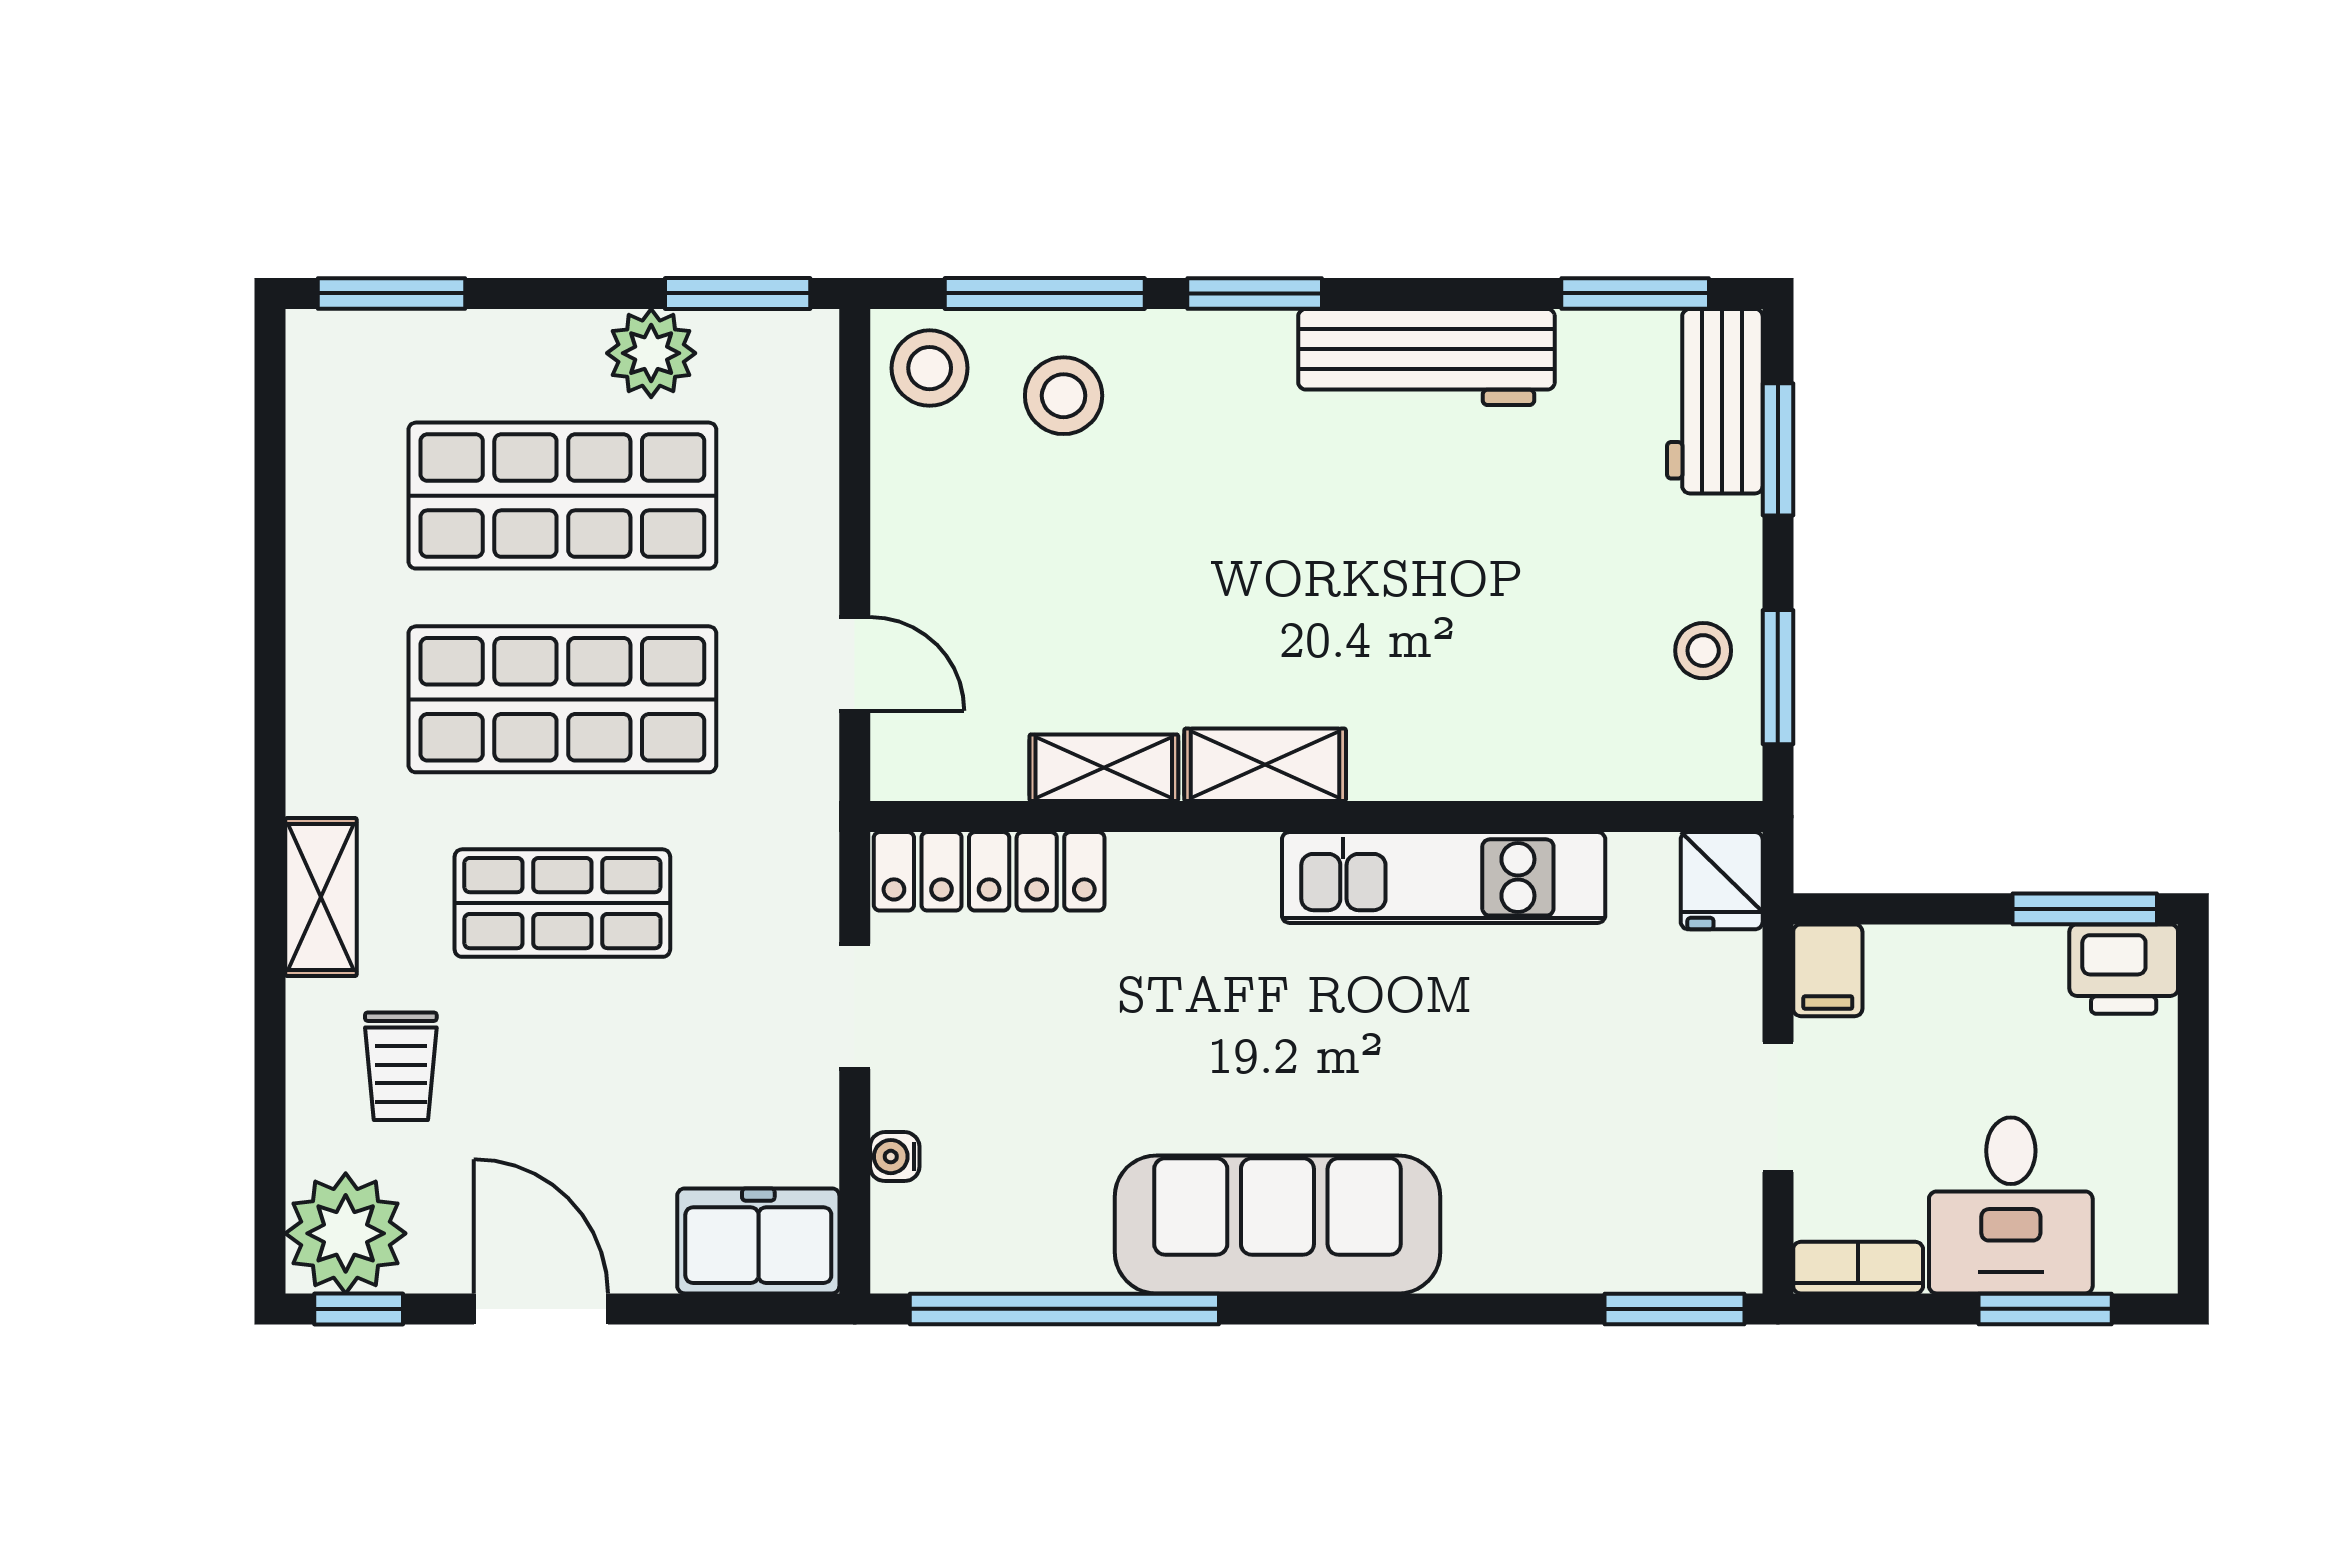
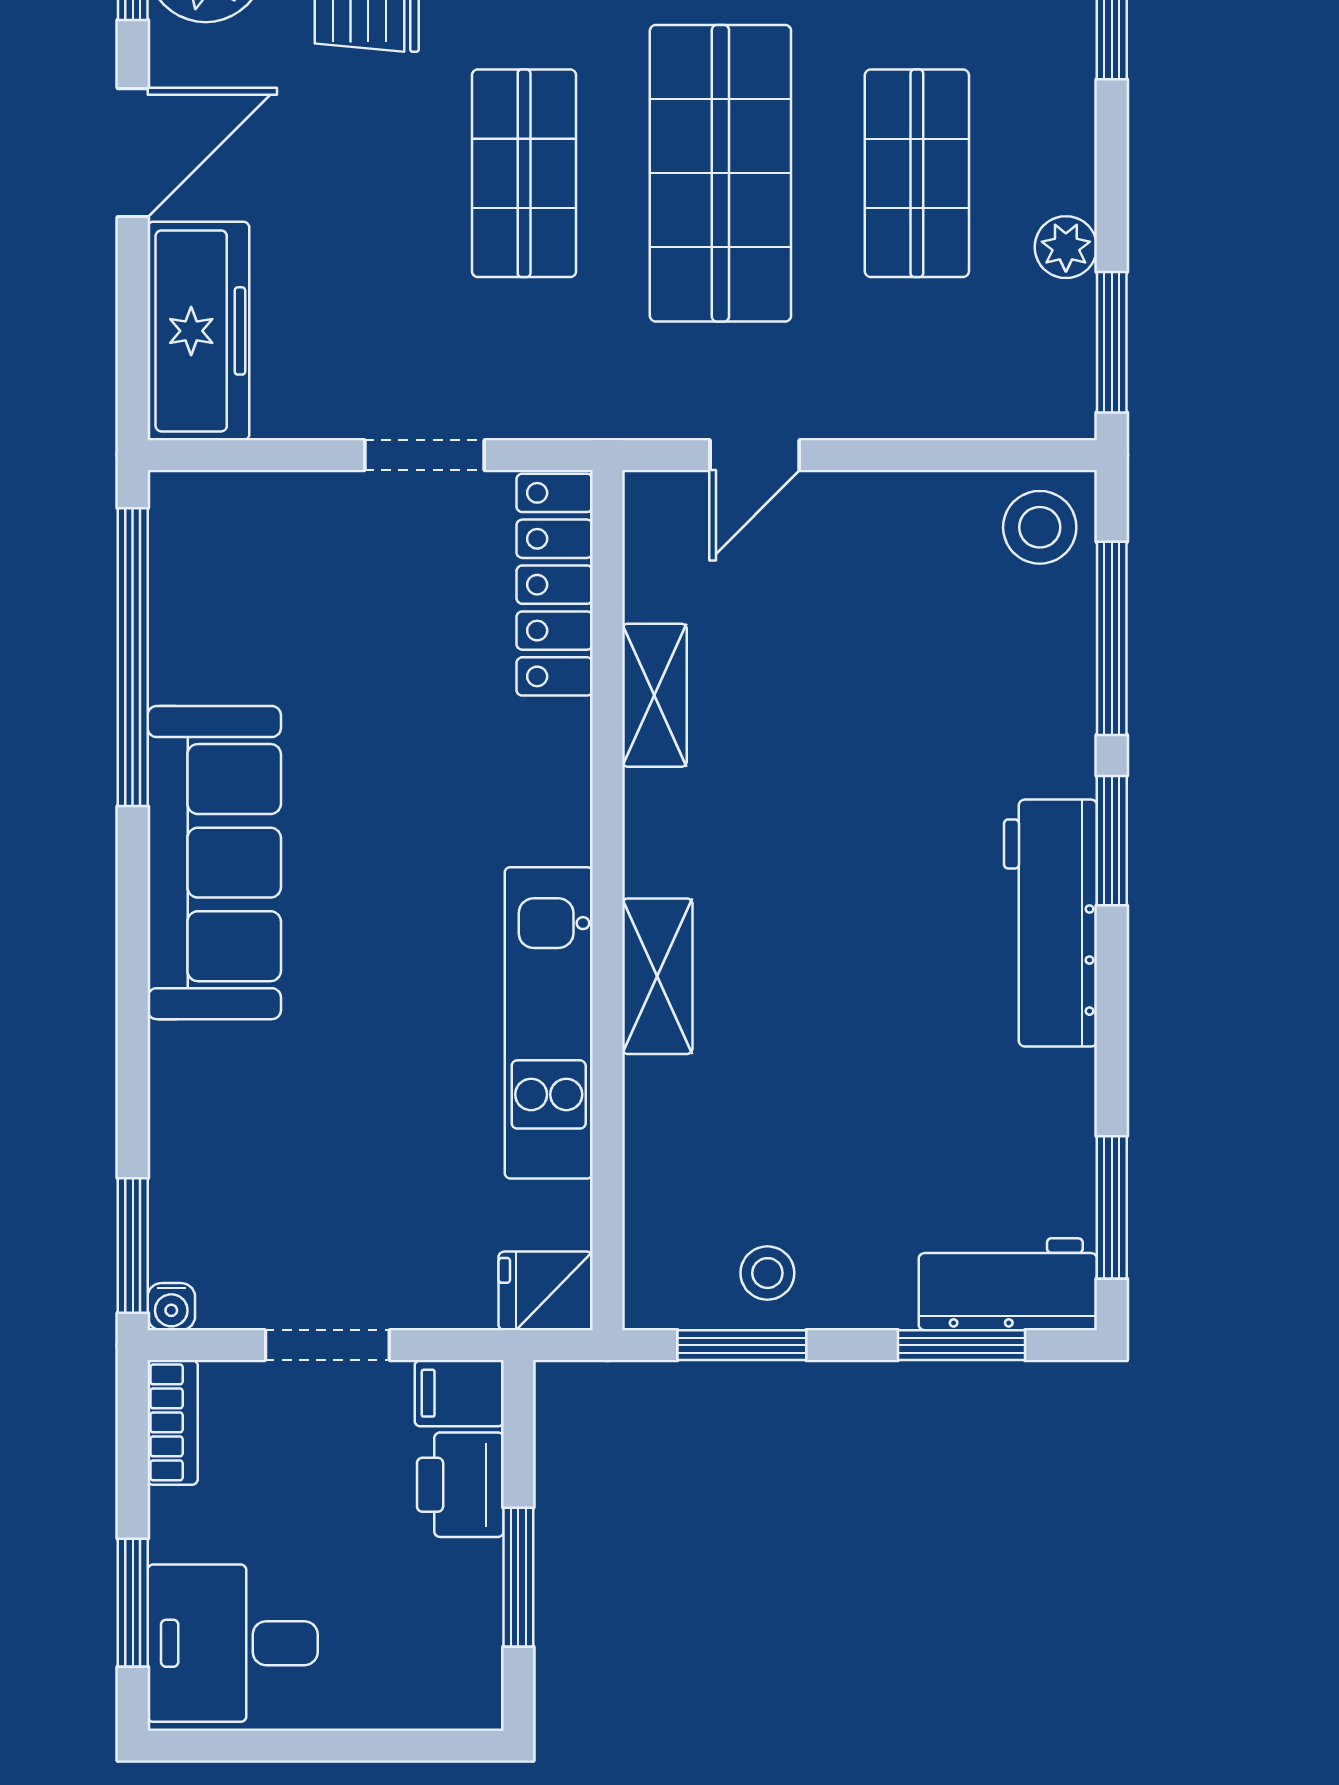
plant: (651, 353) -> (1066, 247), width x0.73, depth x0.73
workbench: (1426, 357) -> (1050, 923), moved
stool: (1064, 396) -> (1013, 656), removed
shop shelf: (562, 496) -> (917, 173), width x0.70, depth x0.74
shelving: (1265, 765) -> (657, 976), moved
window: (2085, 909) -> (518, 1577), moved
printer: (2124, 969) -> (460, 1485), moved
water cooler: (895, 1157) -> (171, 1307), moved, turned 180
desk: (2011, 1205) -> (233, 1643), moved
freezer: (758, 1241) -> (198, 331), width x1.40

